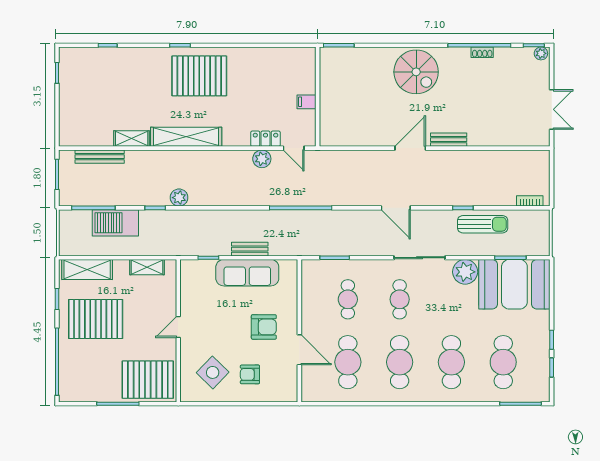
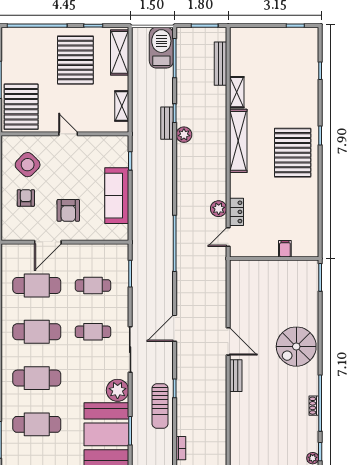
filing cabinet: (307, 102) -> (285, 249), moved
barbecue: (115, 223) -> (161, 48), moved
bench: (250, 249) -> (167, 123), moved

